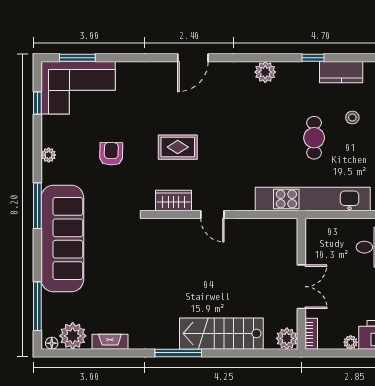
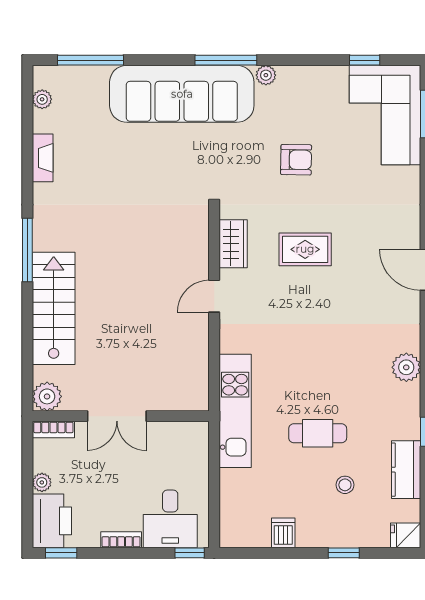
rug: (178, 147) -> (305, 249), turned 90
plant: (49, 155) -> (266, 75), moved
kitchen unit: (313, 199) -> (235, 411), width x0.73
plant: (73, 336) -> (42, 99), width x0.53, depth x0.53
floor lamp: (52, 343) -> (41, 79), removed

